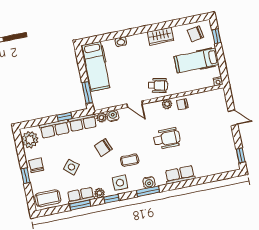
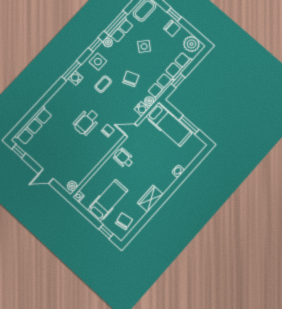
hospital bed: (96, 66) -> (169, 125), moved, turned 180
wheelchair: (158, 85) -> (124, 158), turned 77
window: (87, 93) -> (189, 125), moved
plant: (167, 104) -> (72, 186), moved
chair: (182, 104) -> (108, 131), moved
row of seats: (180, 175) -> (34, 125), moved, width x1.48
window: (80, 205) -> (116, 23), width x1.44

